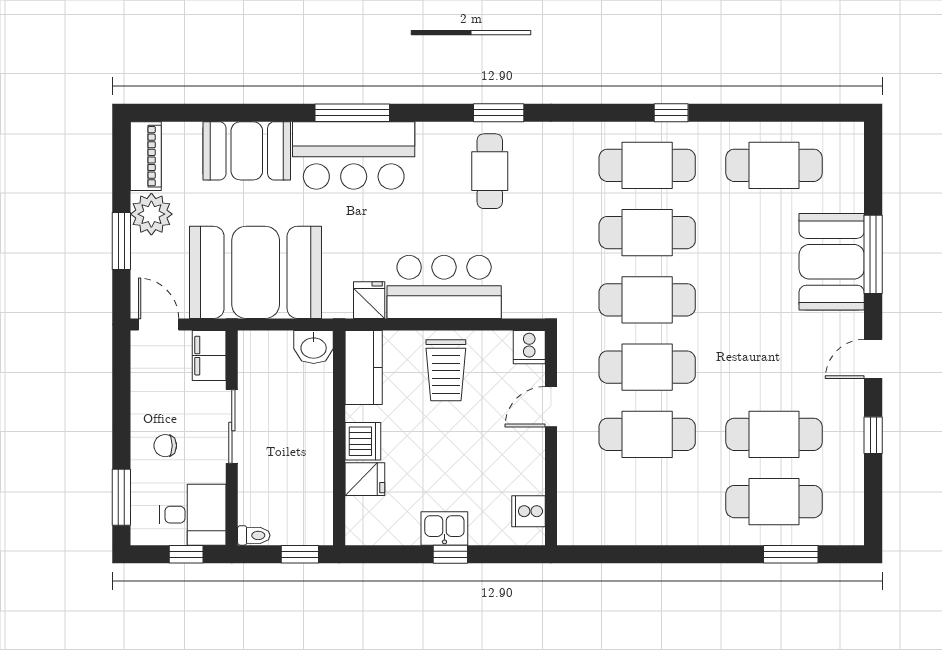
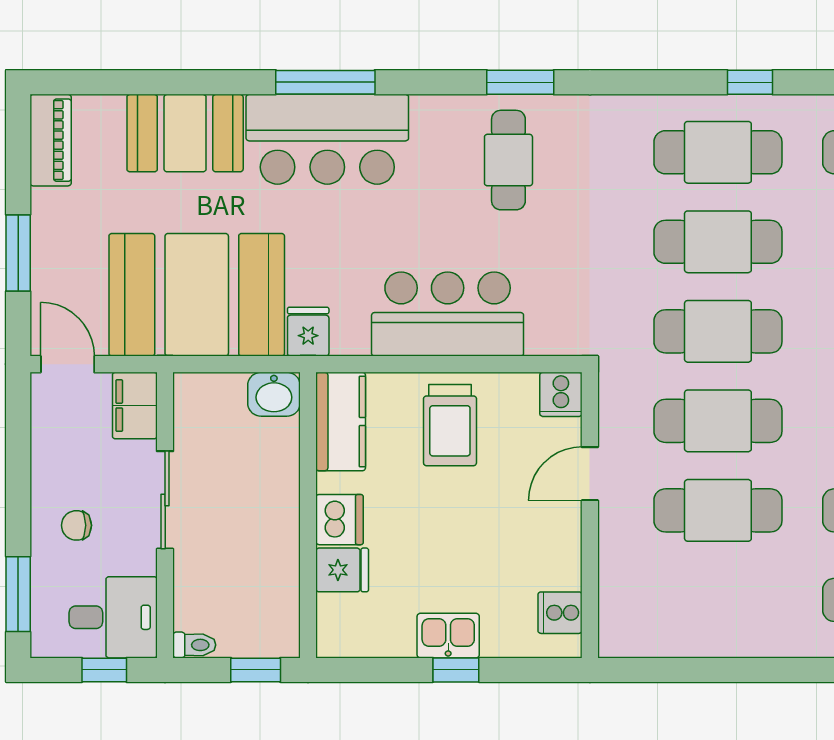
plant: (151, 214) -> (58, 217), removed
fridge: (369, 300) -> (308, 332), moved

